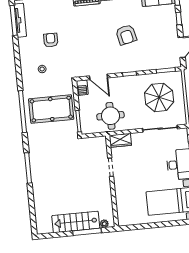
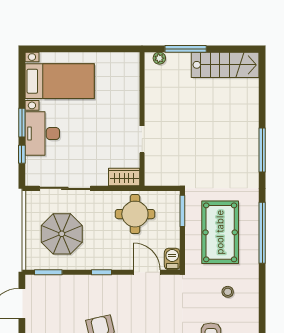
pool table: (51, 109) -> (220, 232), turned 90
stairs: (76, 222) -> (225, 65), moved

